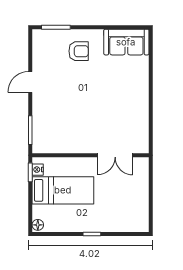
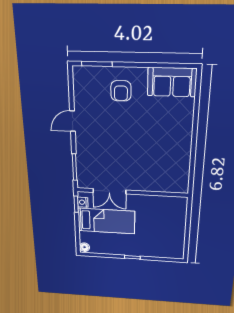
armchair: (79, 51) -> (121, 91), turned 90
double door: (115, 155) -> (109, 191), moved

